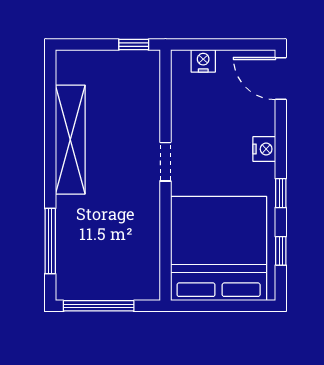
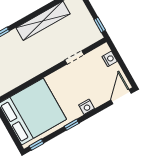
doorway: (165, 162) -> (74, 57), moved
window: (281, 251) -> (36, 145), moved

